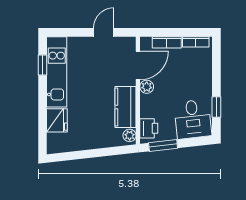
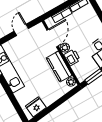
fridge: (57, 120) -> (36, 107), moved, turned -96
printer: (149, 128) -> (72, 57), moved

